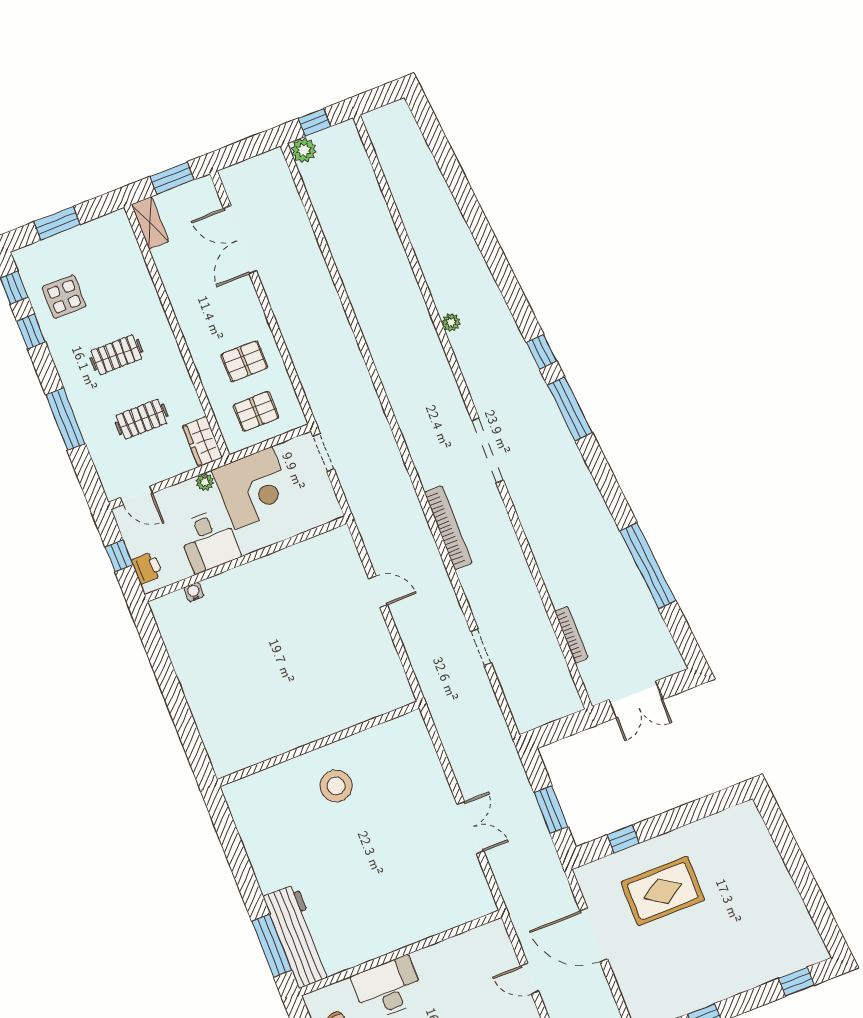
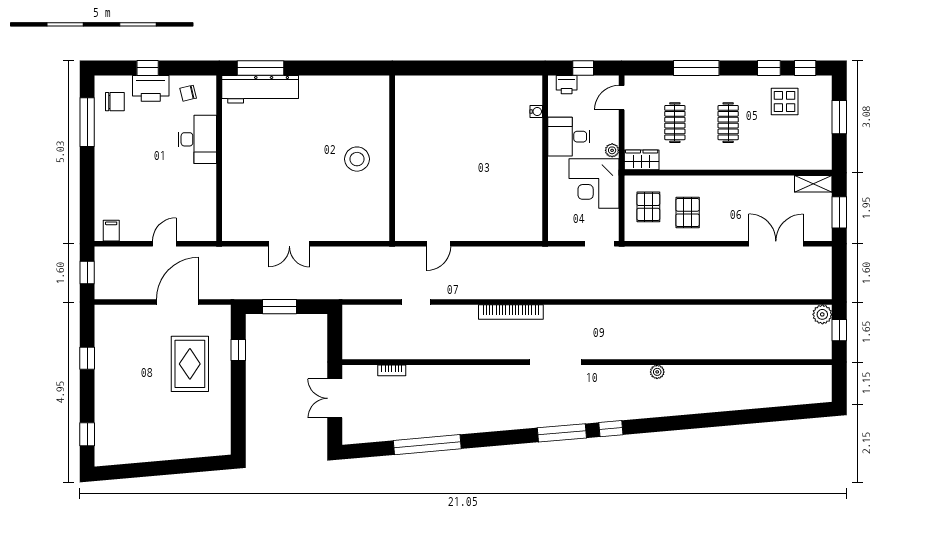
door: (378, 592) -> (438, 244), moved
bookcase: (571, 635) -> (392, 370), width x0.64

